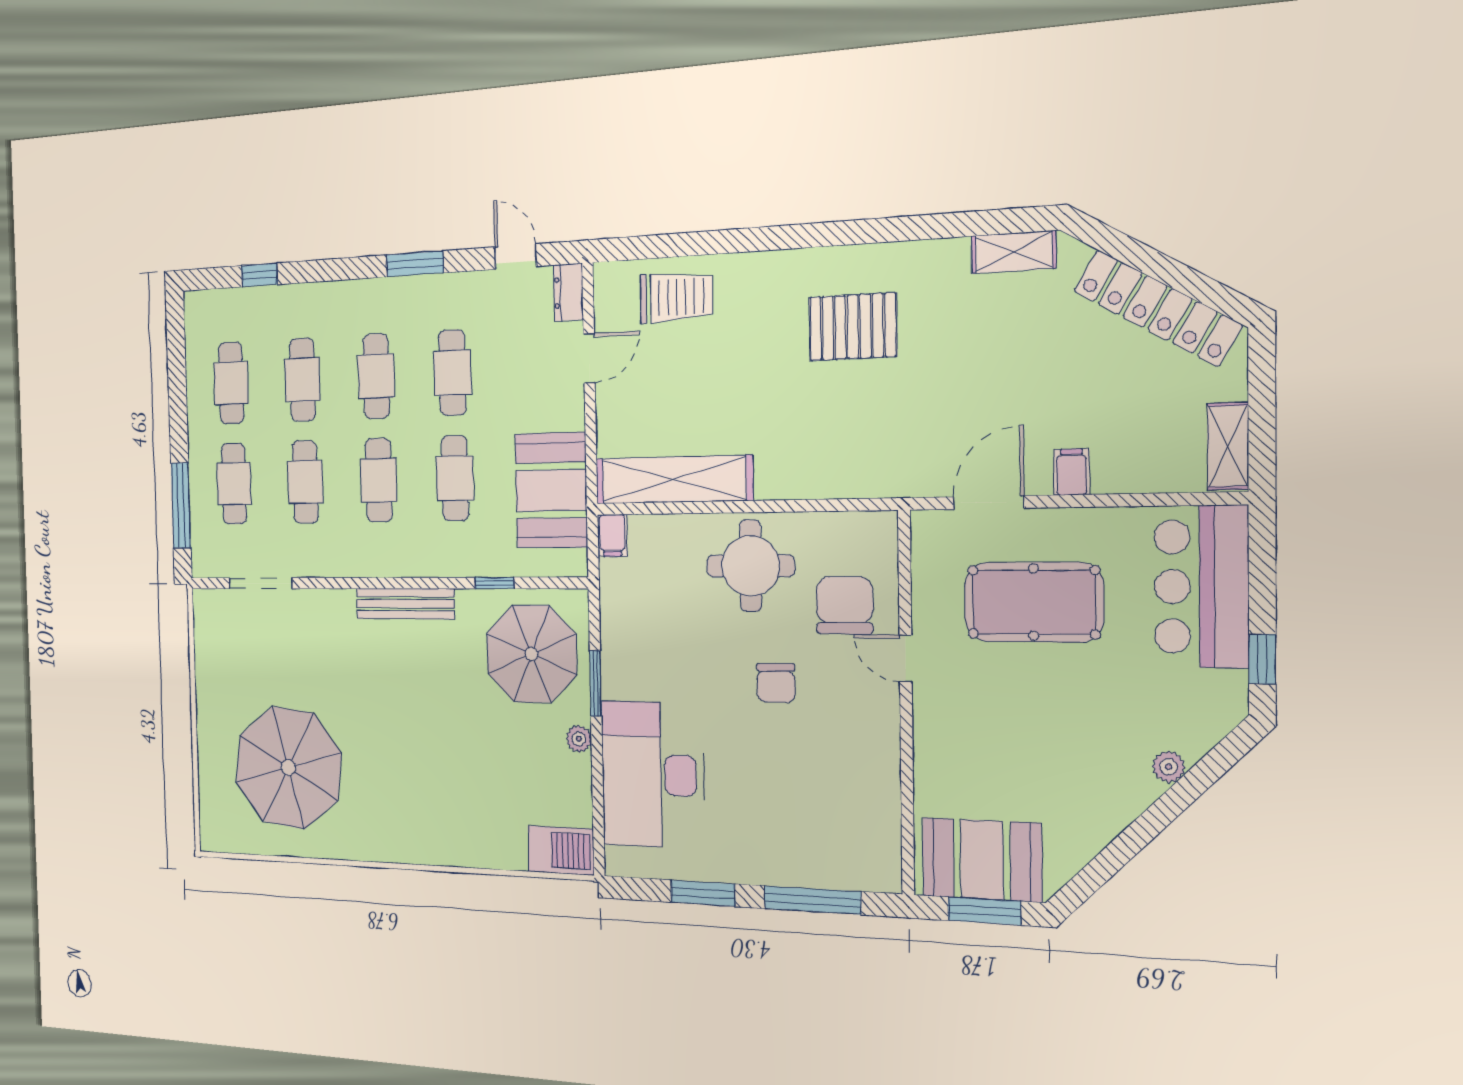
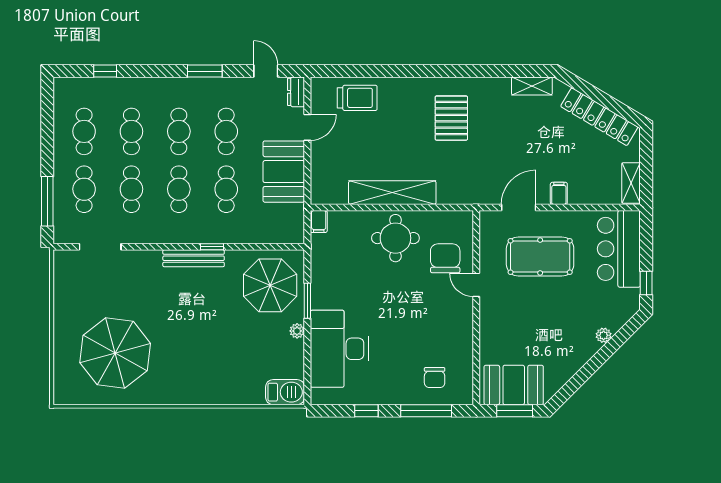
pallet: (853, 327) -> (451, 118), turned 90
shelving: (674, 480) -> (392, 193), moved
booth: (551, 490) -> (284, 172), moved
window: (494, 583) -> (212, 247), moved
chair: (776, 683) -> (435, 378), moved
window: (703, 893) -> (366, 411), width x0.67

